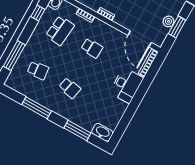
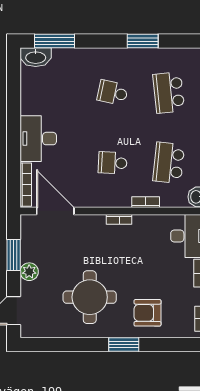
plant: (169, 21) -> (29, 272), moved
school desk: (38, 70) -> (169, 93), width x1.85
window: (37, 108) -> (143, 41), width x0.69
window: (77, 130) -> (54, 41), moved

